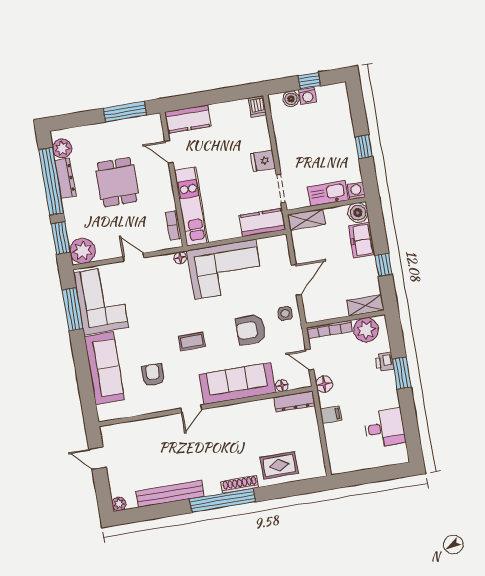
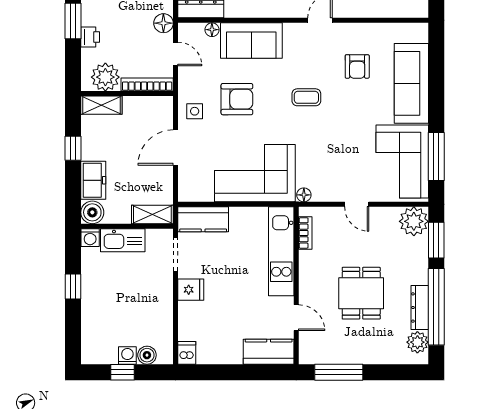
sofa: (237, 383) -> (251, 41), width x0.73

